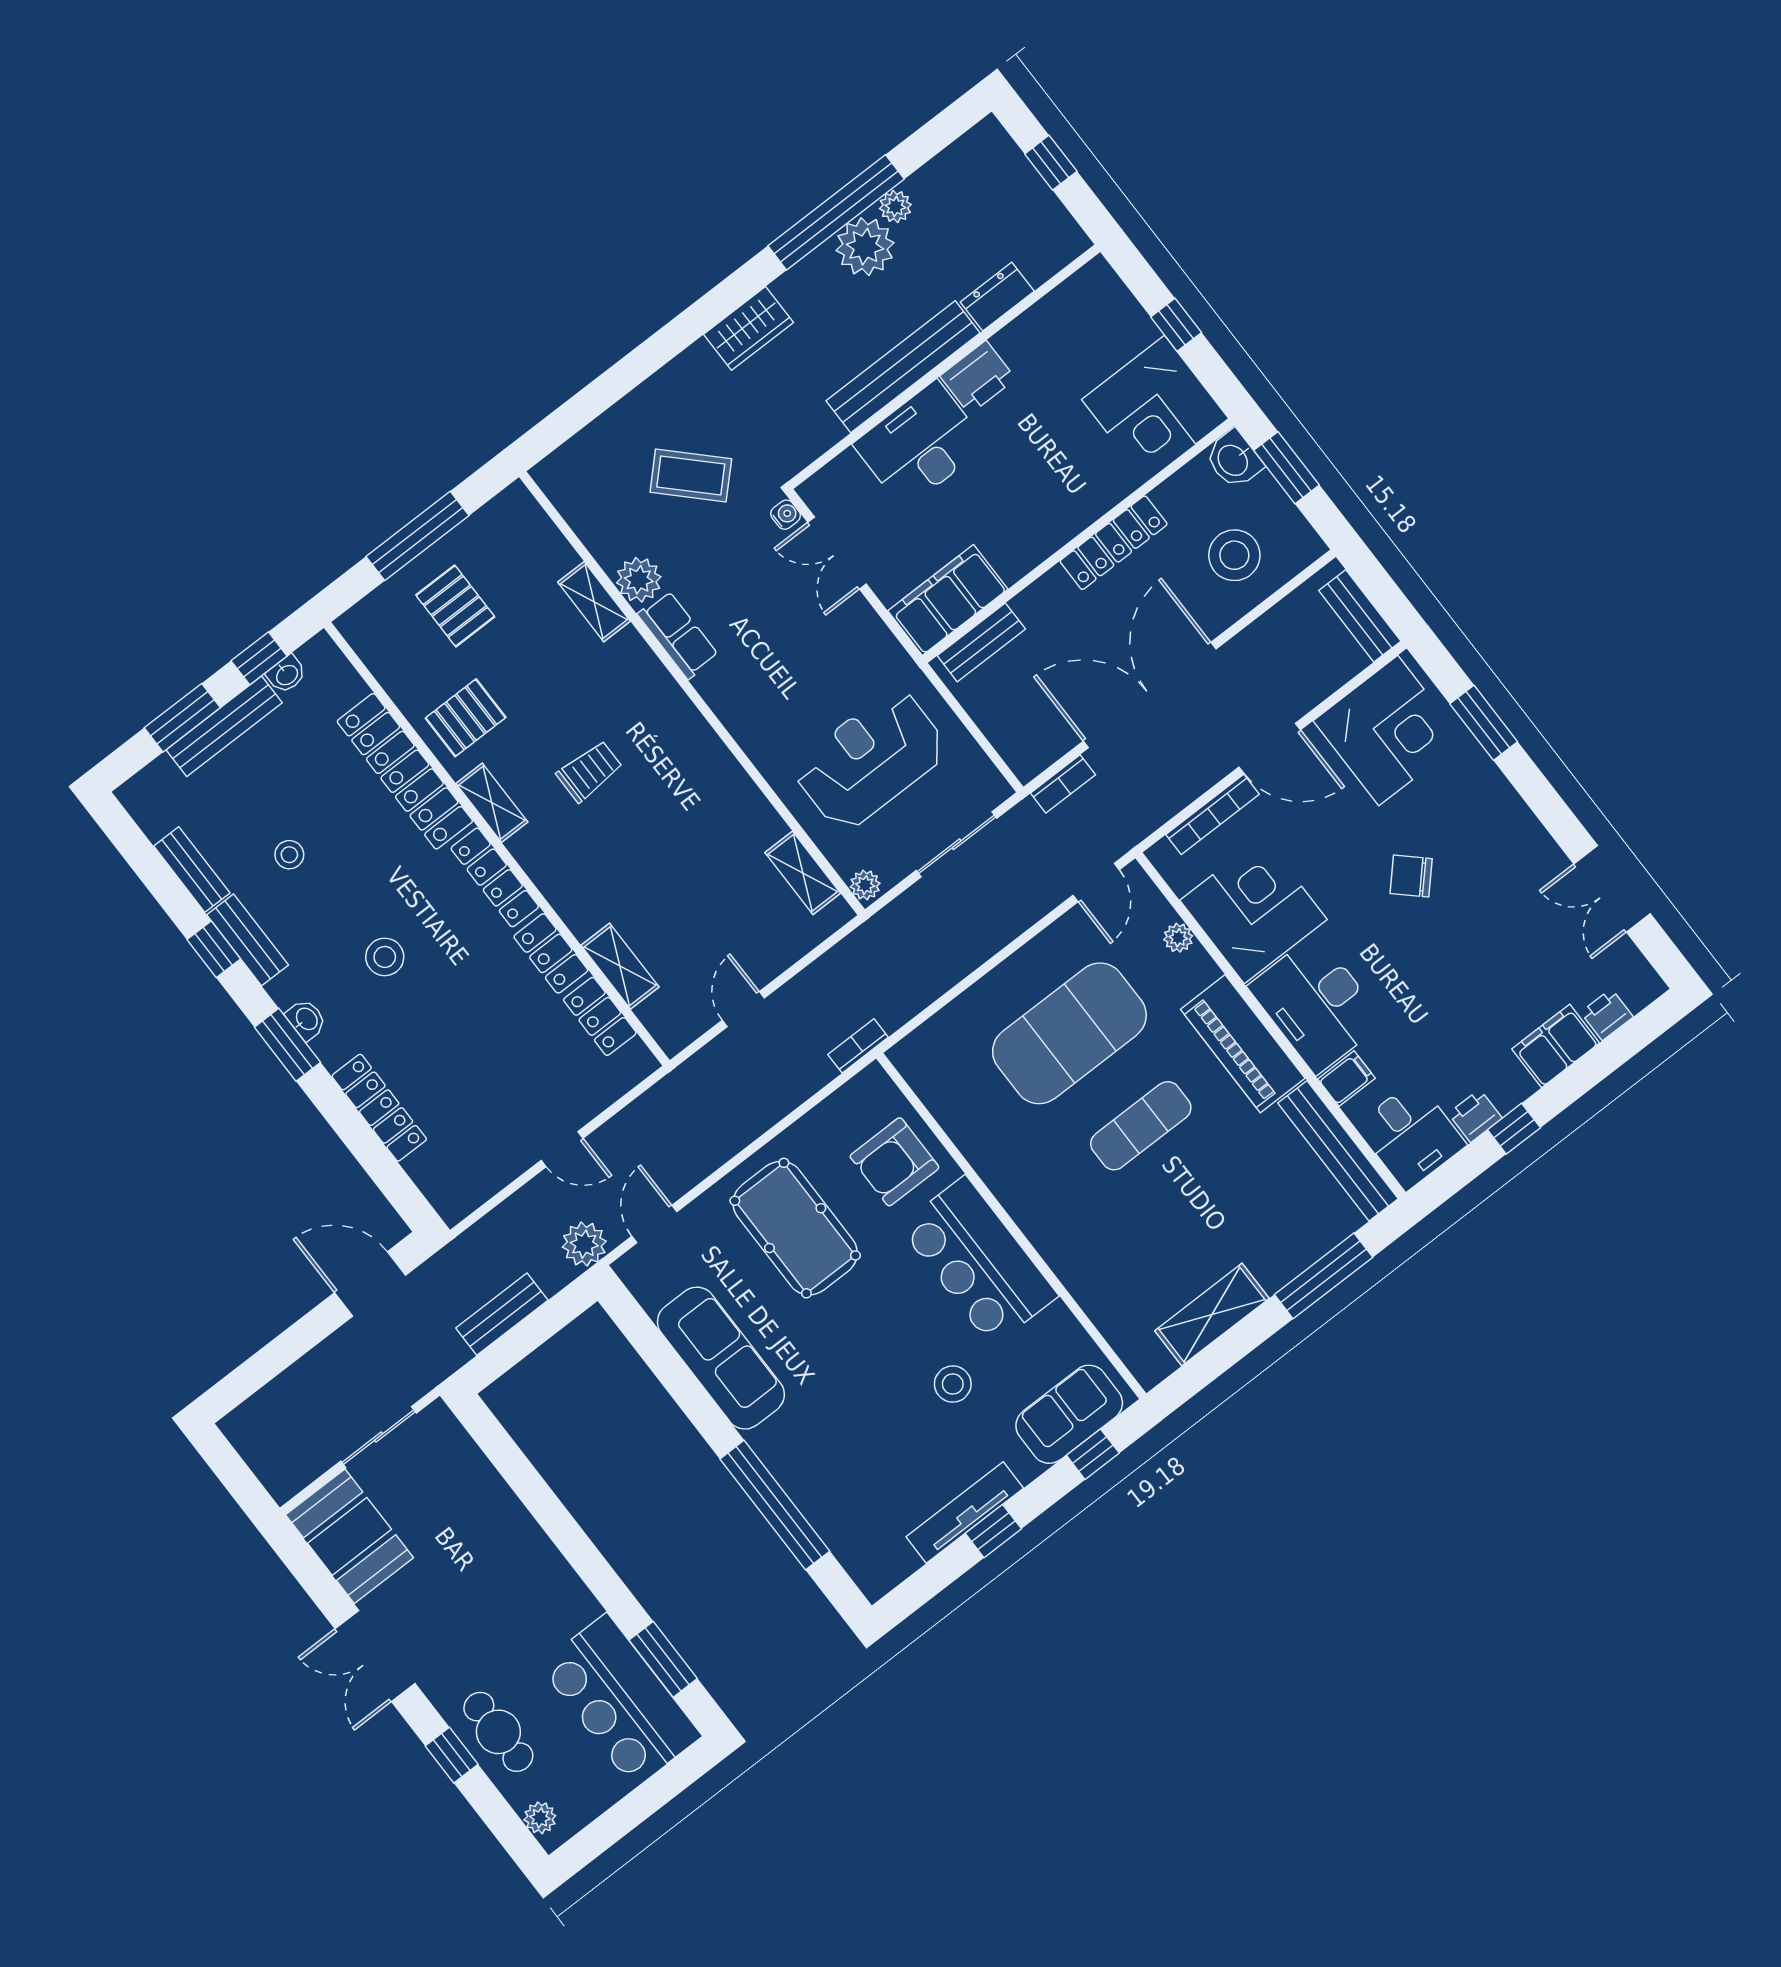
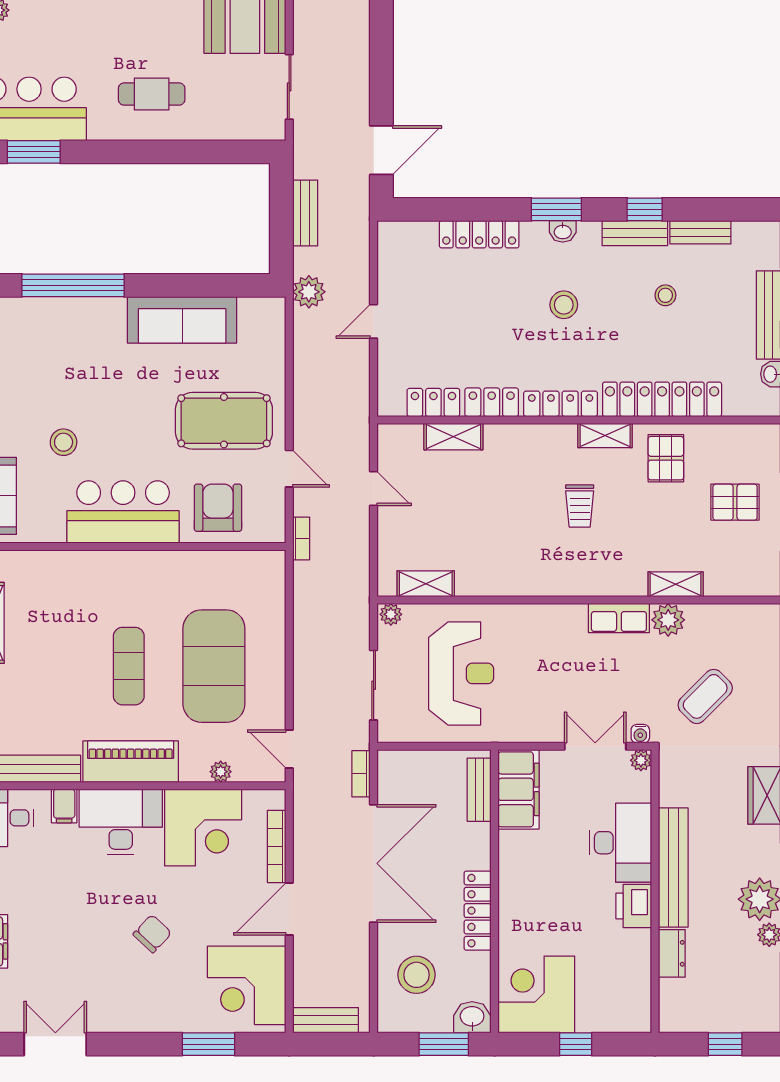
plant: (814, 492) -> (641, 760), added
door: (654, 1224) -> (289, 469), moved
cafe table: (498, 1732) -> (152, 94), moved

